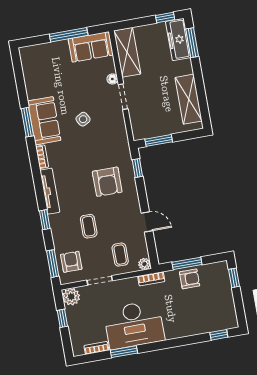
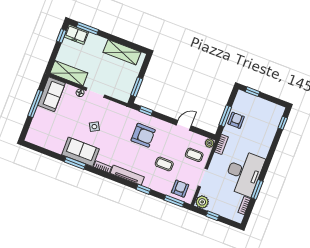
freezer: (178, 39) -> (76, 34), width x0.71
armchair: (71, 262) -> (180, 189), turned 90

